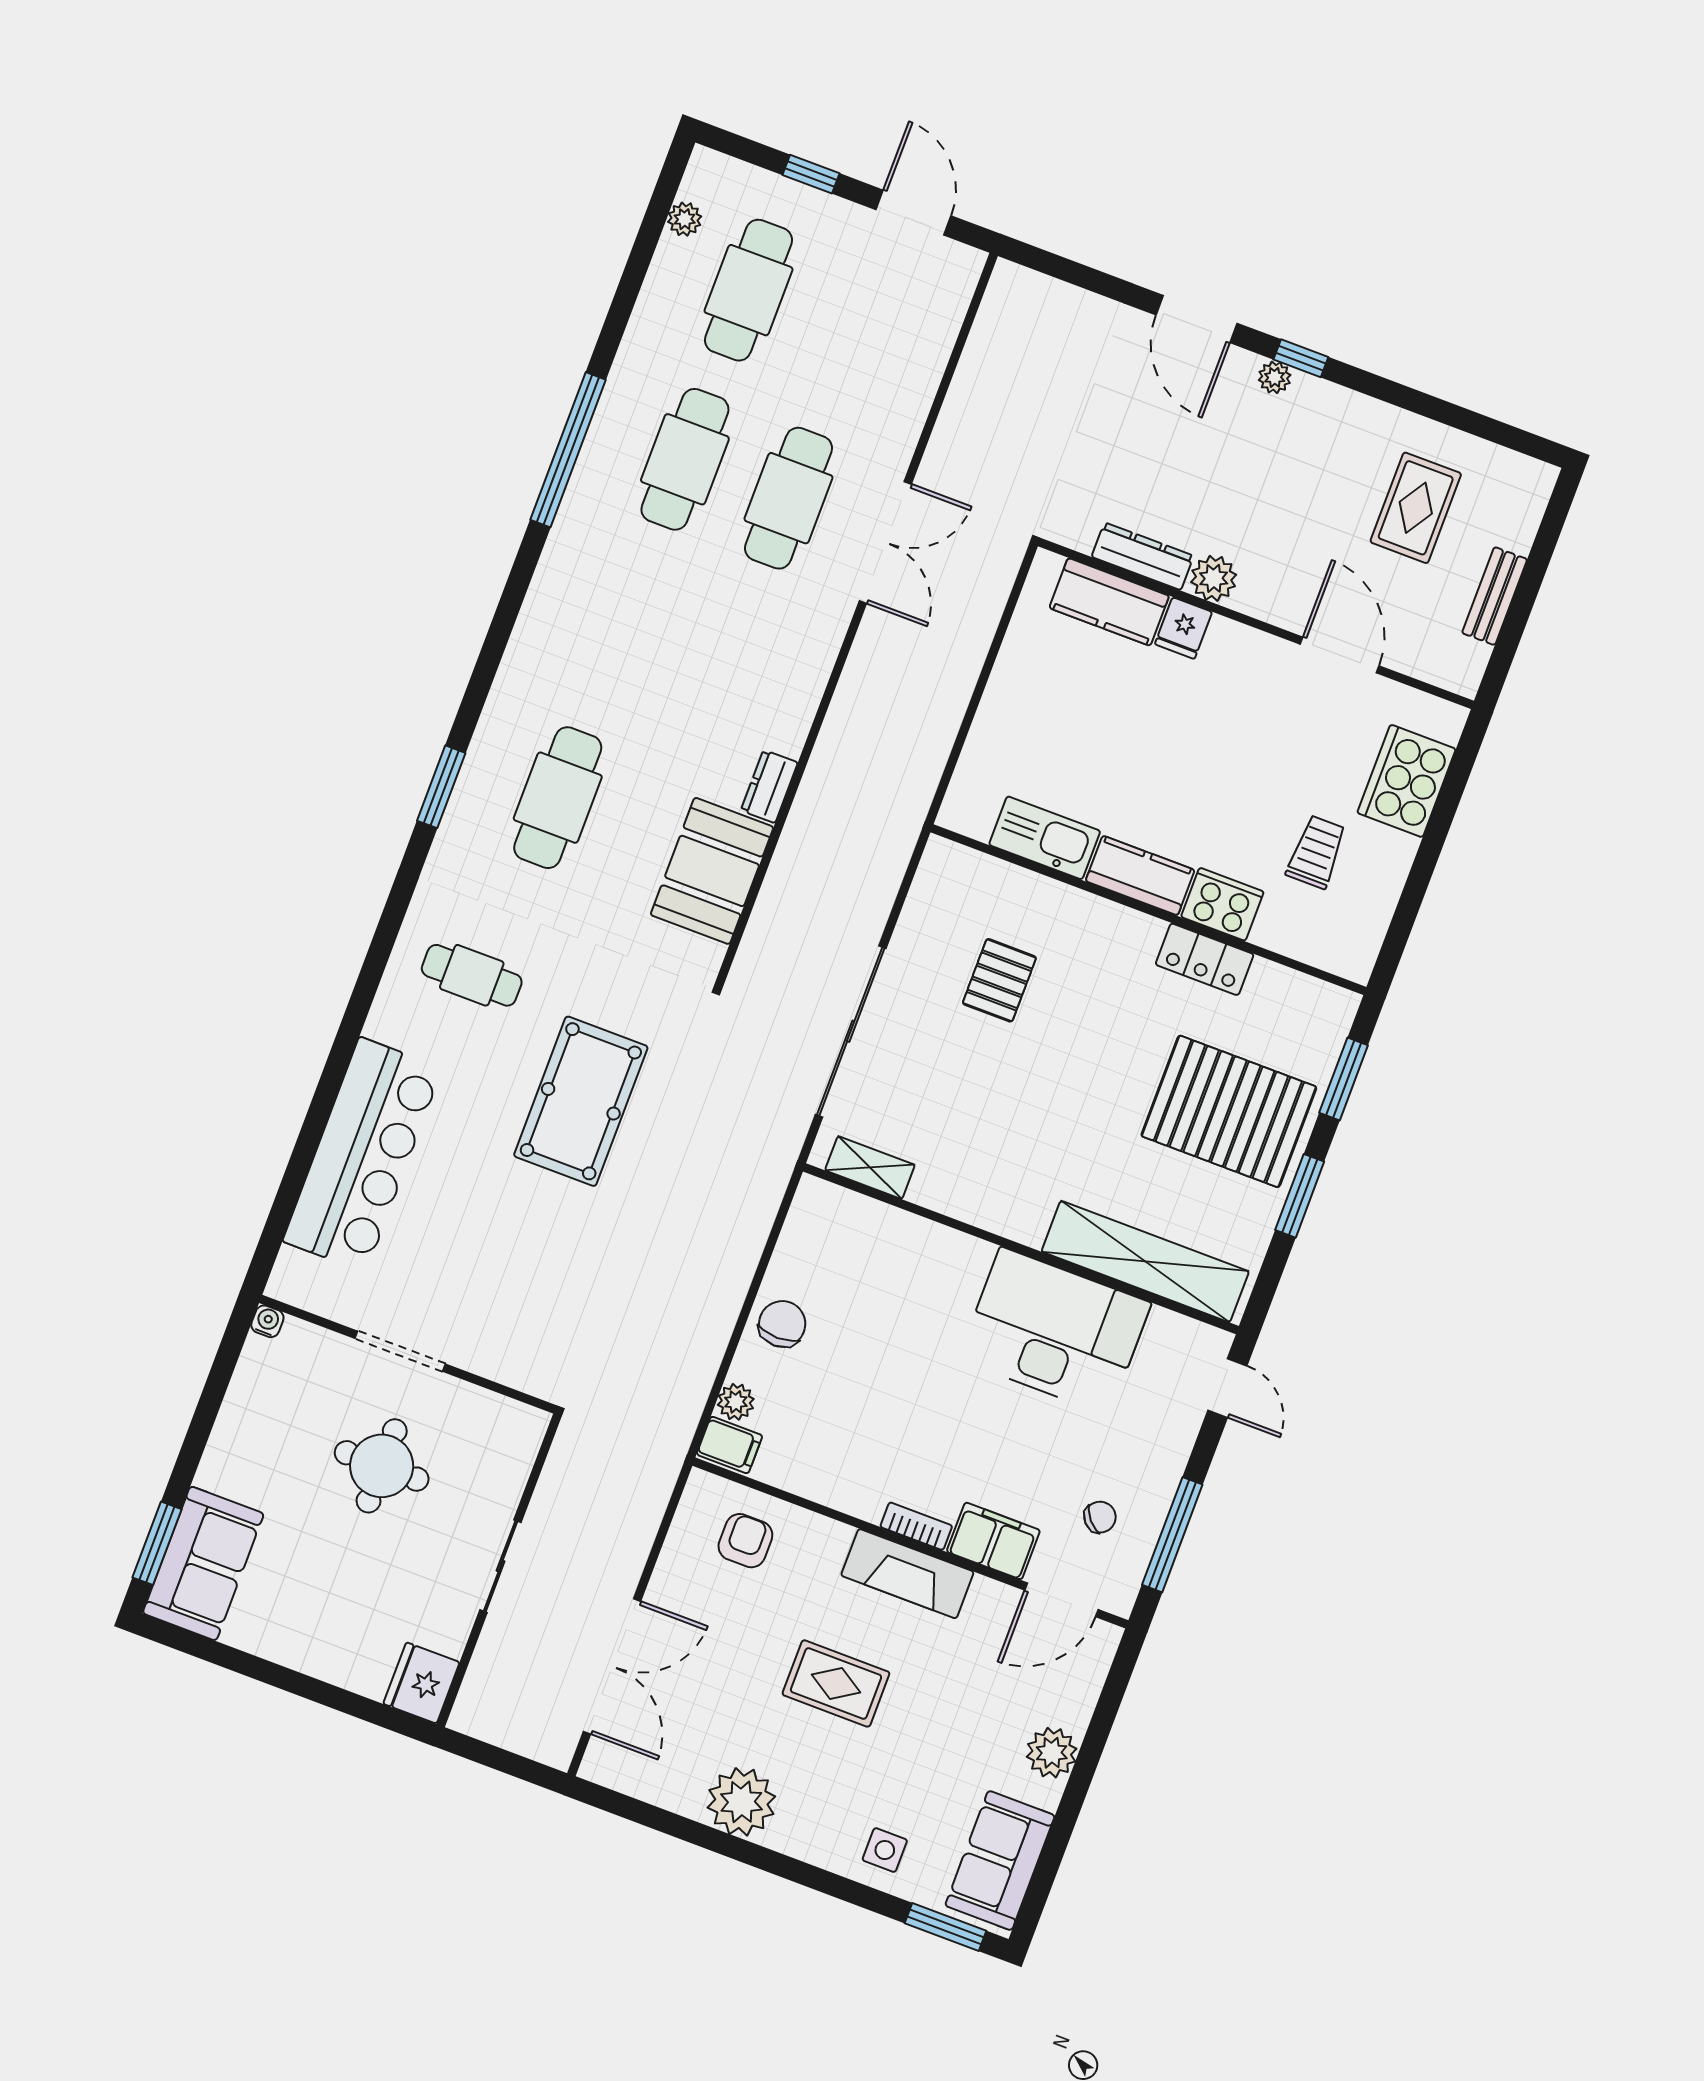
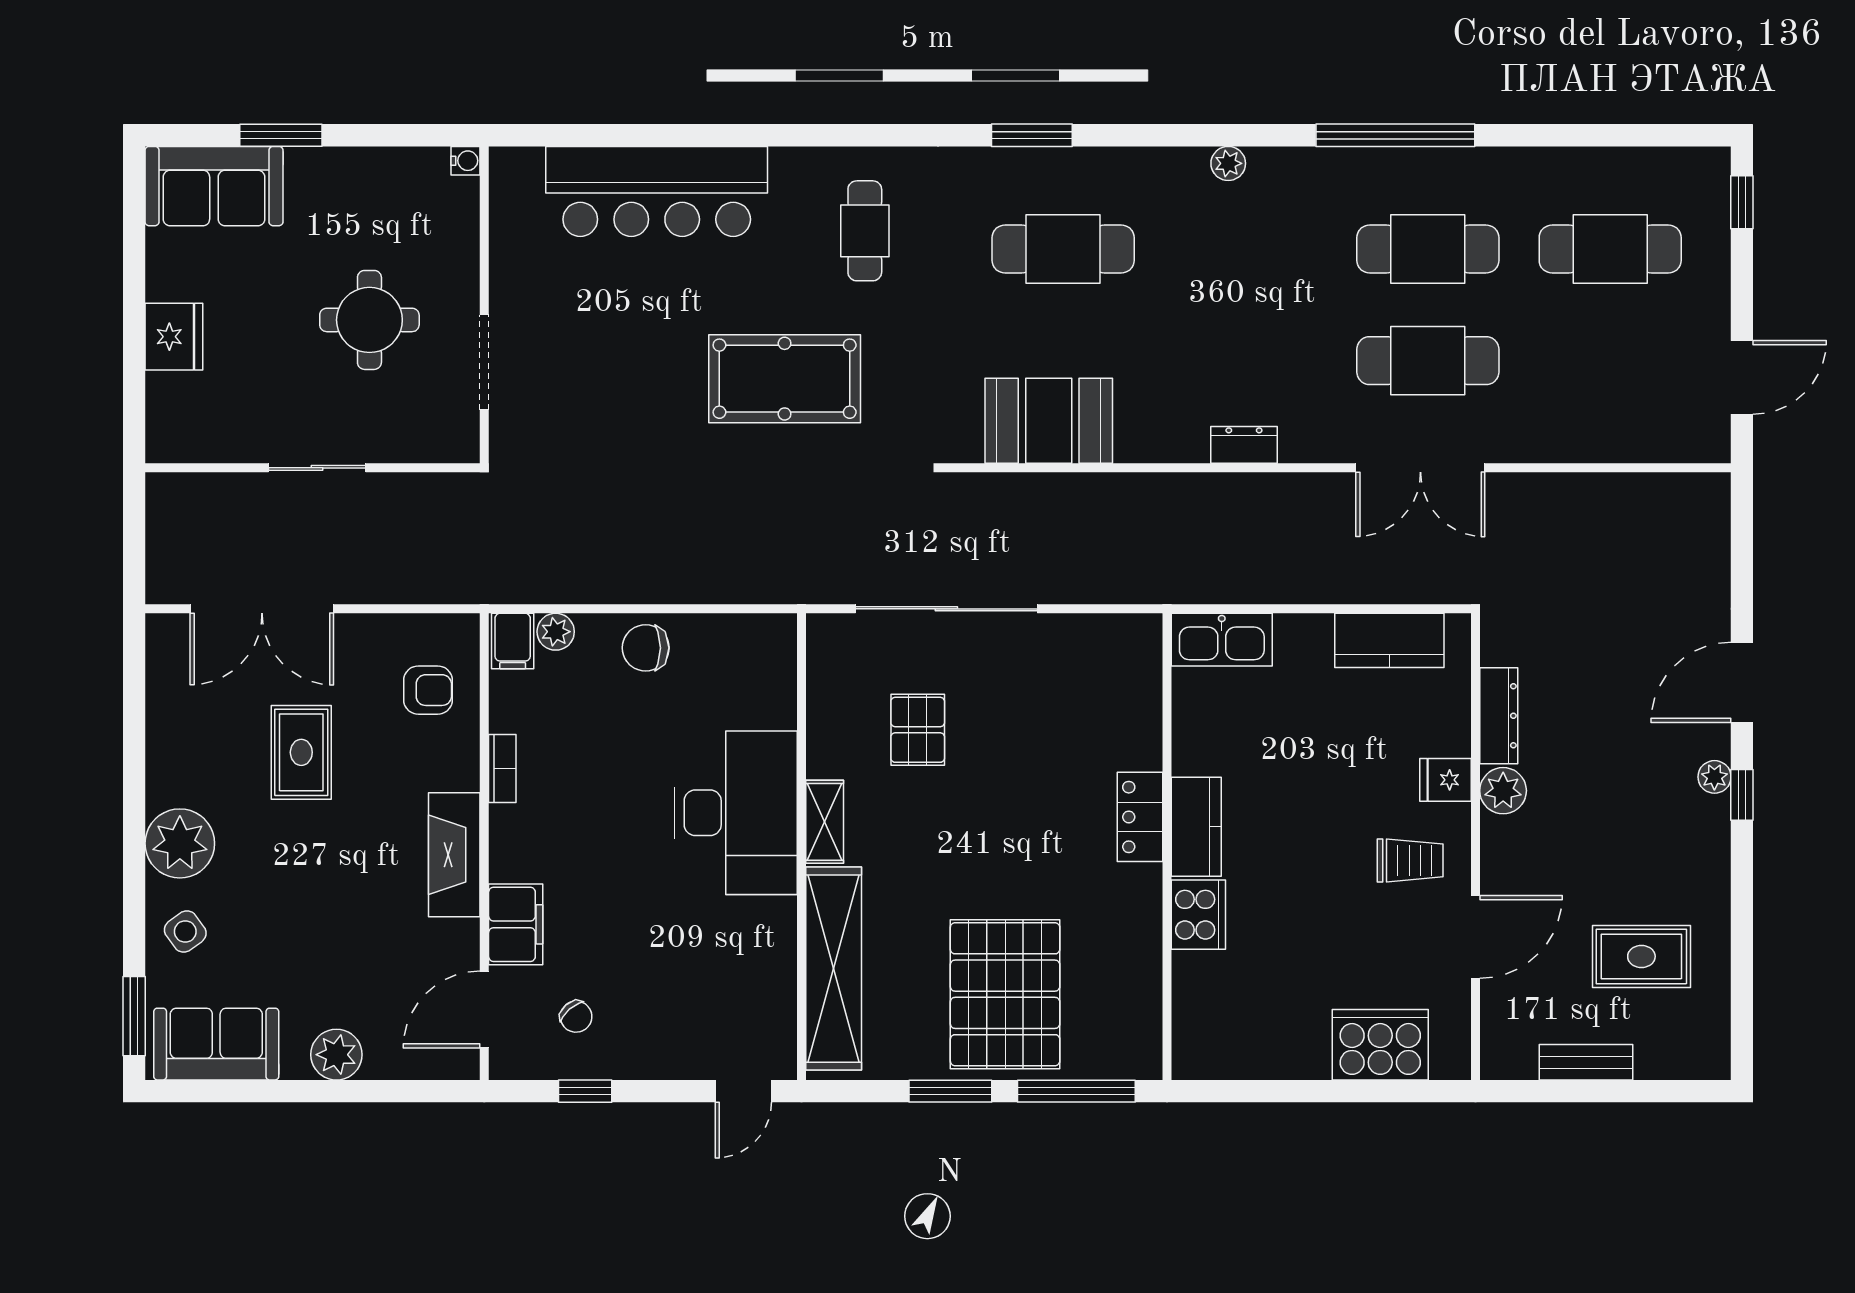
window: (811, 174) -> (1742, 202), moved
plant: (685, 219) -> (1228, 163), moved
kitchen counter: (1109, 602) -> (1389, 640), moved, turned -90
dresser: (769, 786) -> (1244, 445), moved
kitchen sink: (1045, 838) -> (1222, 640), moved, turned 90
trolley: (1316, 852) -> (1410, 860), moved
locker: (1205, 959) -> (1140, 817), moved
pallet: (999, 980) -> (918, 730), moved, turned 90
window: (1344, 1079) -> (1076, 1091), width x1.44
shelving: (870, 1168) -> (825, 822), moved
chair: (782, 1324) -> (646, 648), turned 180
desk: (1055, 1331) -> (736, 813), moved
doorway: (400, 1351) -> (484, 362), moved
bookcase: (916, 1526) -> (502, 768), moved
window: (1172, 1535) -> (585, 1091), width x0.46
window: (157, 1543) -> (281, 135), moved
door: (1061, 1600) -> (484, 1010), hinge flipped
fridge: (421, 1683) -> (174, 337), moved, turned 90
rug: (836, 1683) -> (301, 752), moved
plant: (741, 1802) -> (180, 843), moved
side table: (885, 1850) -> (185, 932), turned -36

